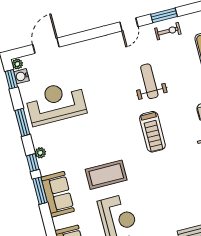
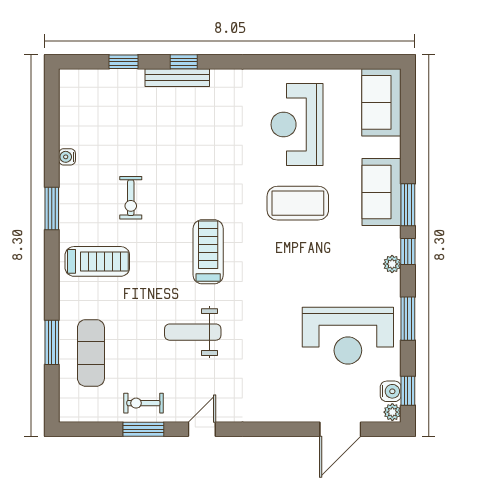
weight bench: (149, 81) -> (193, 332), turned 90

